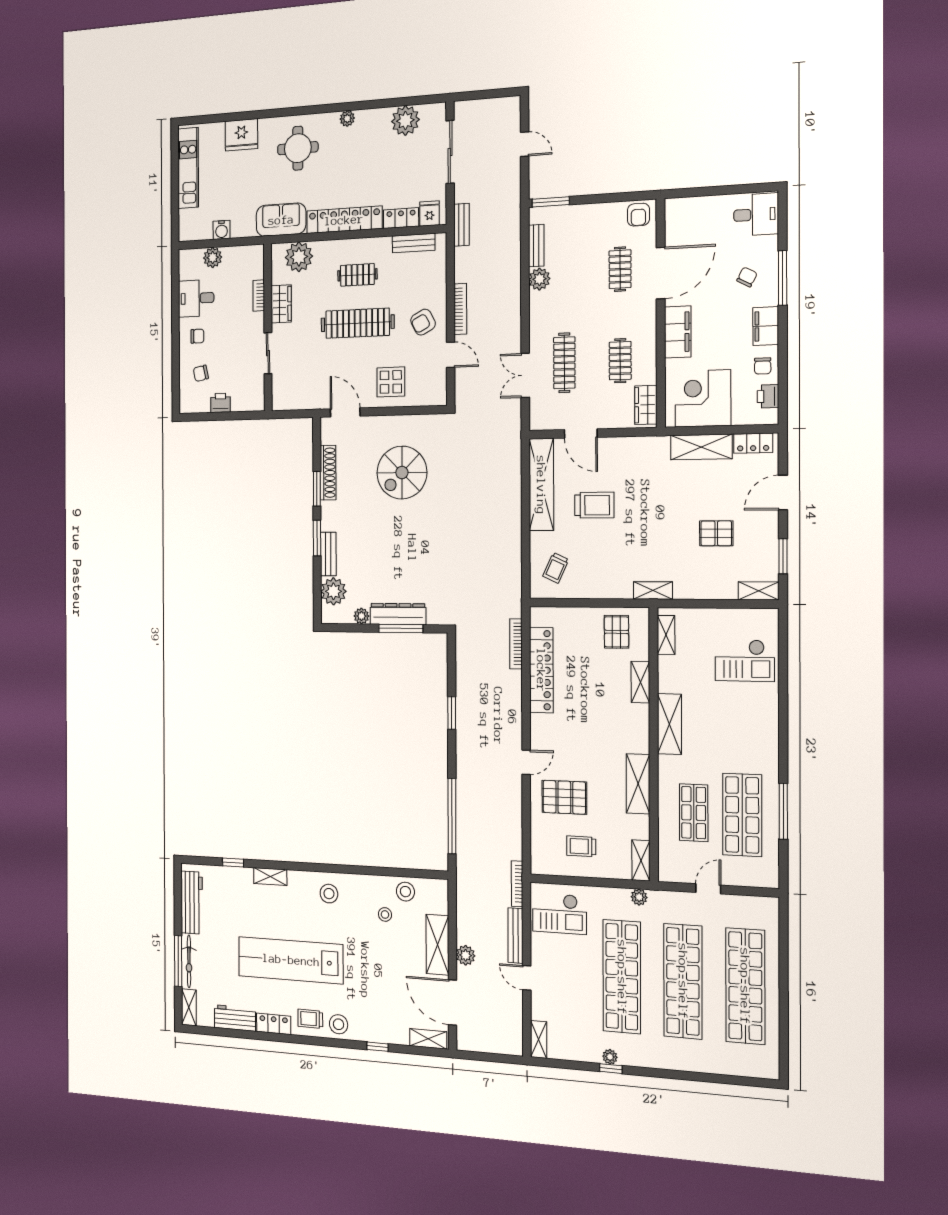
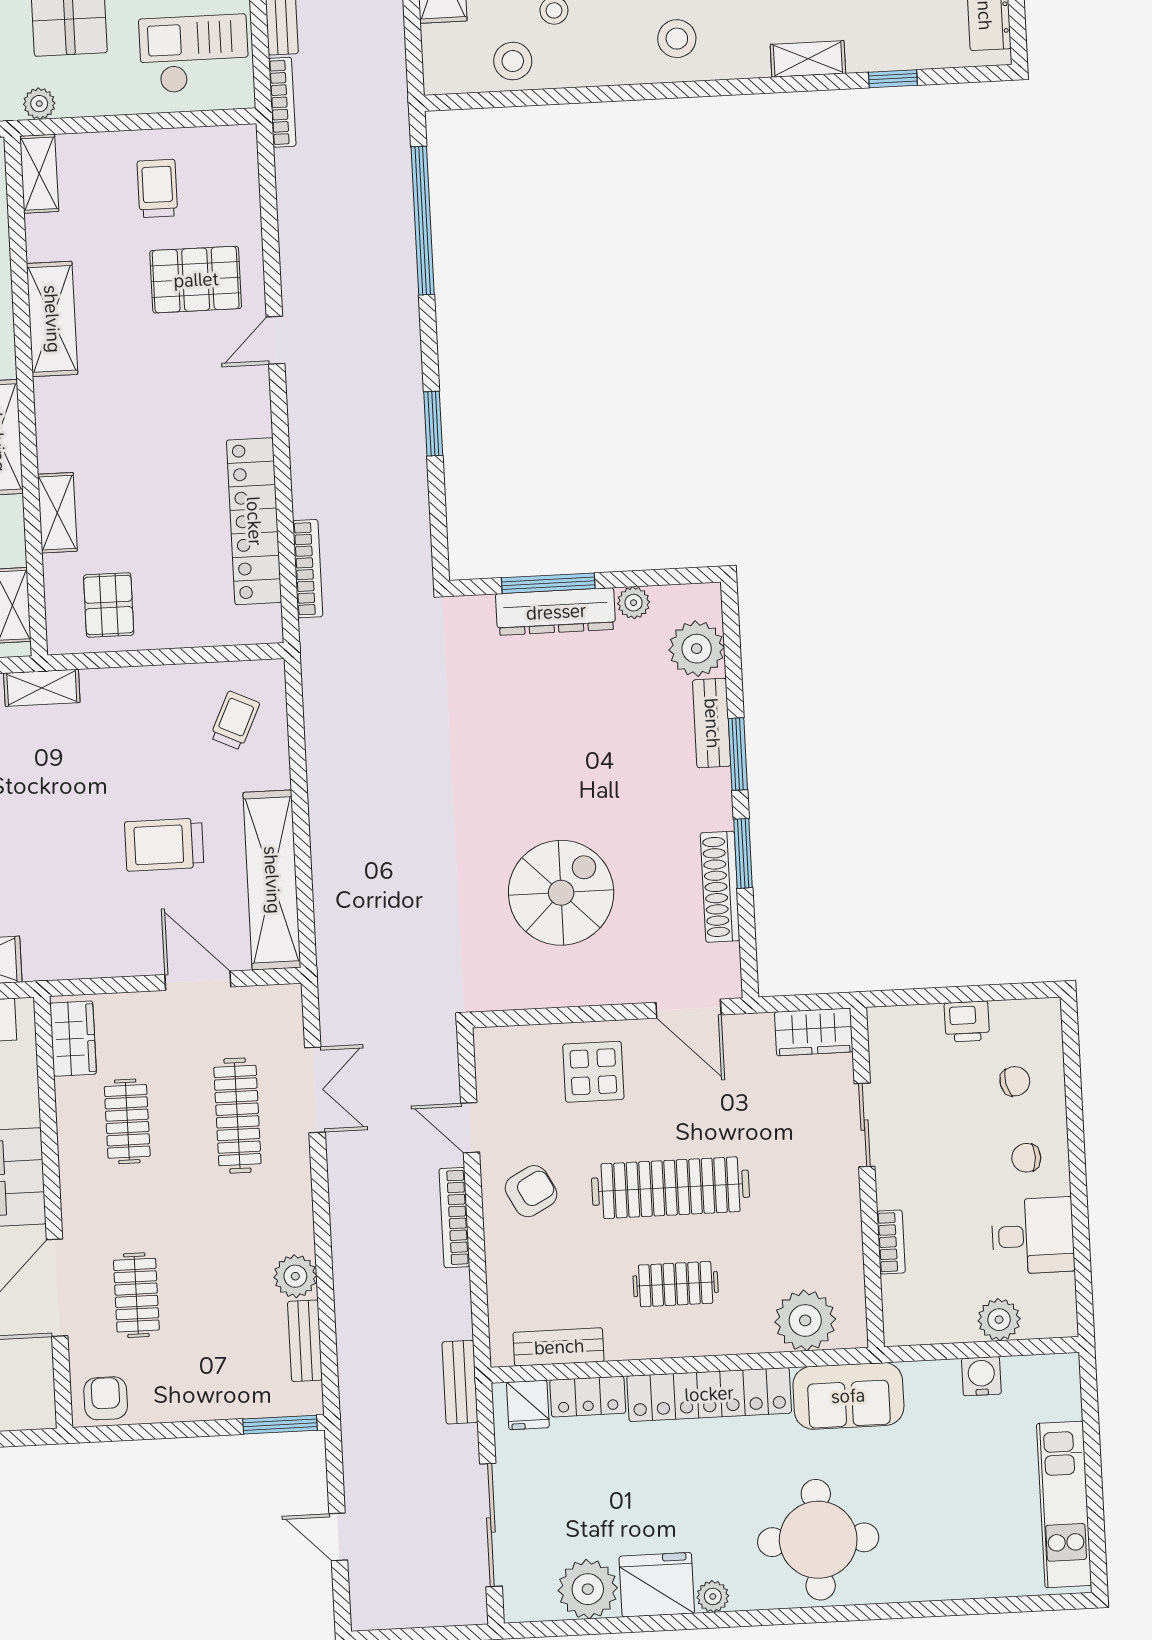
fridge: (241, 135) -> (657, 1585), moved
round table: (298, 148) -> (818, 1540), width x1.36, depth x1.36
wardrobe: (281, 304) -> (814, 1032), moved, turned -90
trolley: (581, 846) -> (157, 188), turned -90

